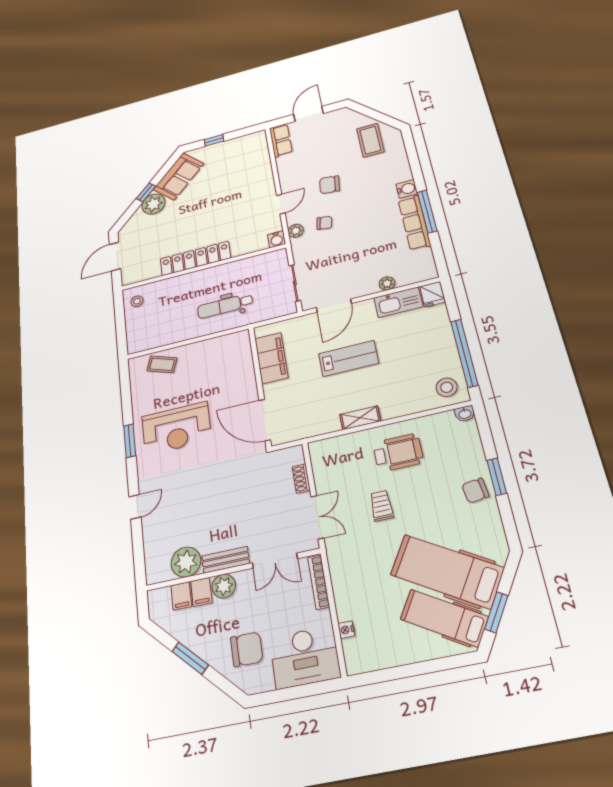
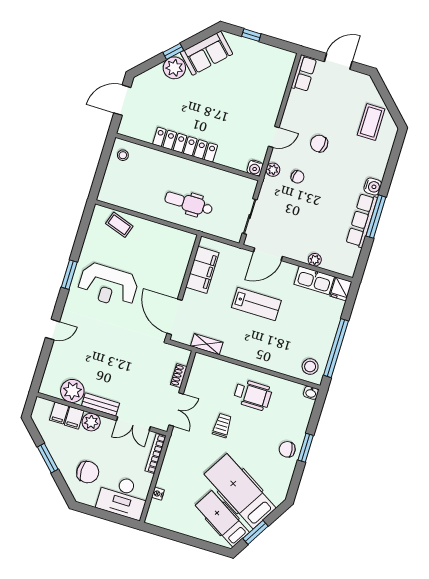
shelving: (360, 418) -> (207, 344), moved

